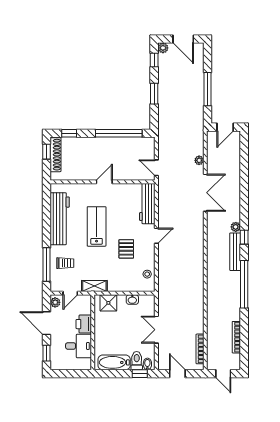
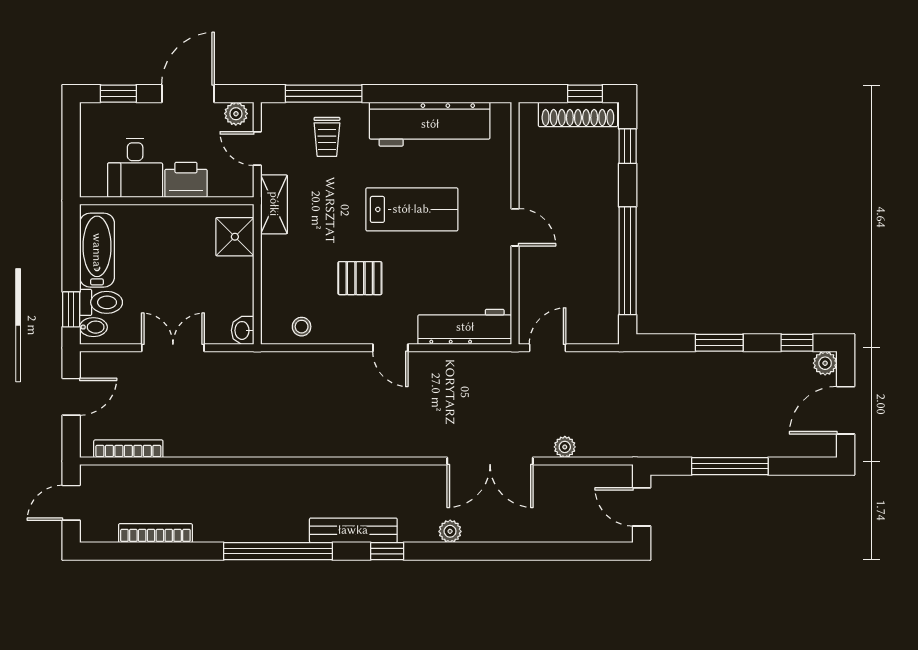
plant: (236, 227) -> (450, 531), moved
washbasin: (132, 300) -> (243, 330), moved

